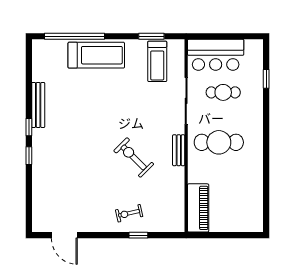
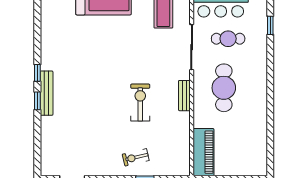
bench: (38, 105) -> (47, 93), moved
cafe table: (219, 142) -> (224, 88), turned 90
exercise bike: (134, 157) -> (140, 103), turned 45

